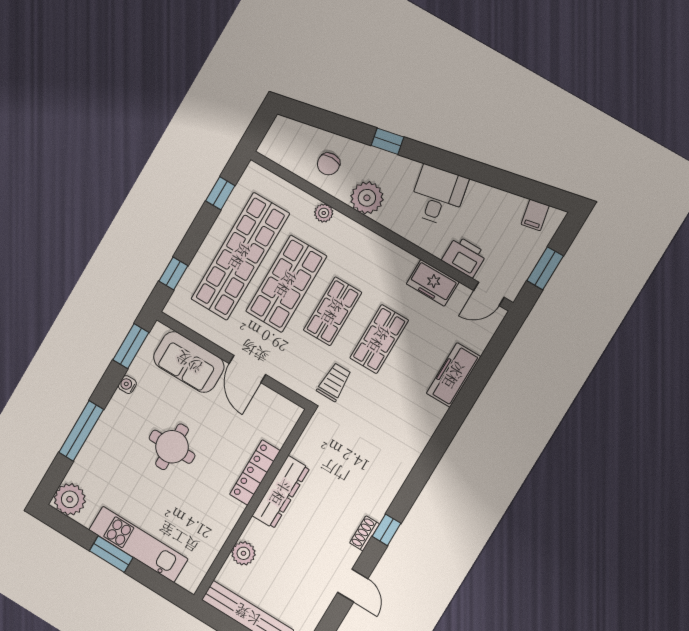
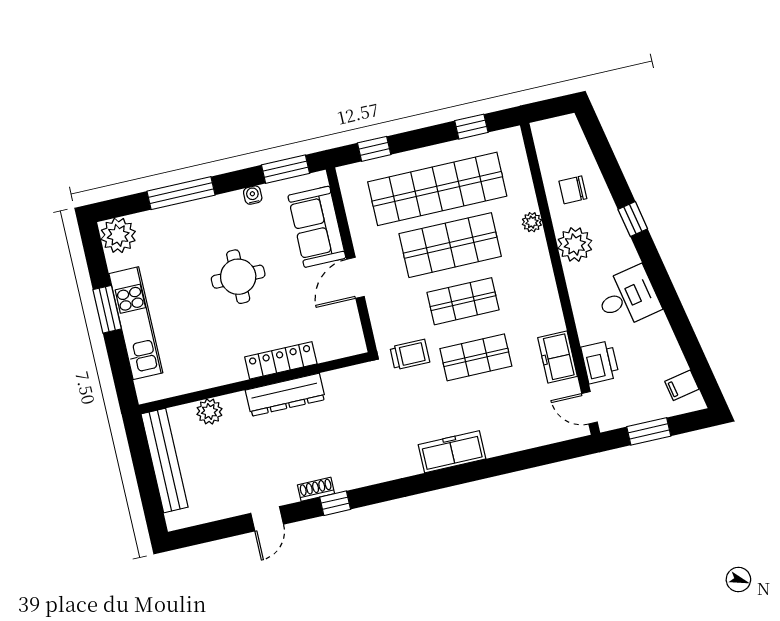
freezer: (454, 375) -> (452, 452), moved

